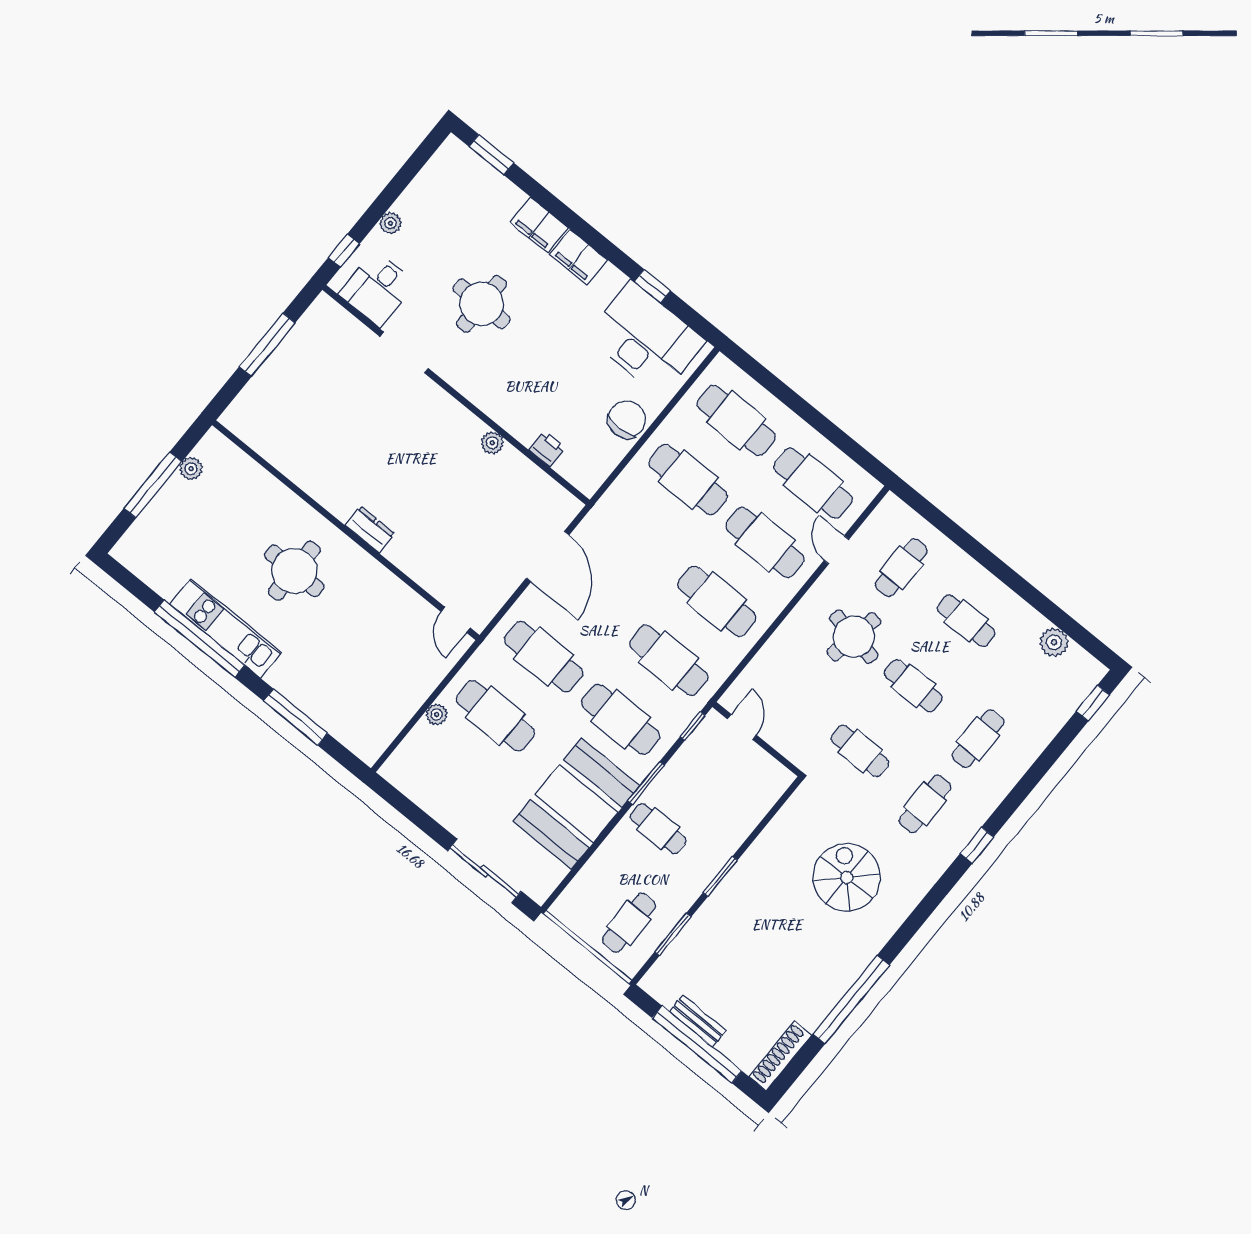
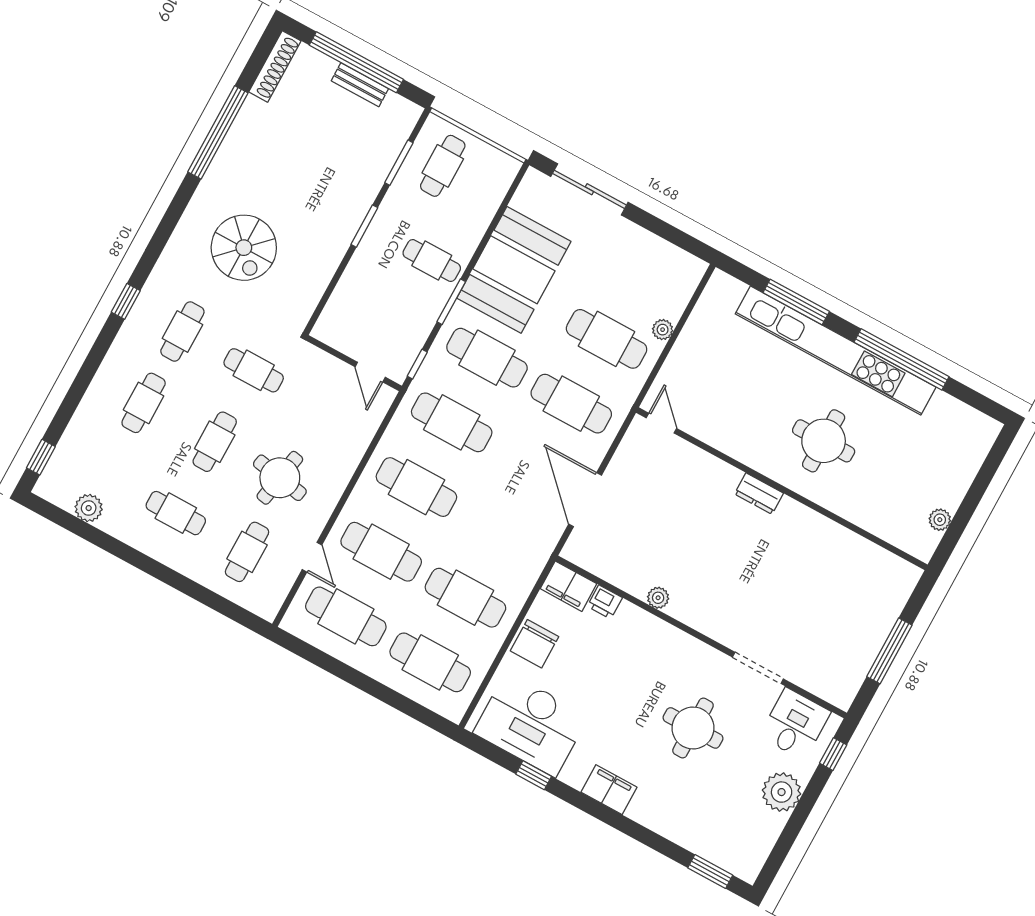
plant: (390, 223) -> (782, 792), width x1.88, depth x1.88
filing cabinet: (539, 225) -> (568, 586), moved, turned 180
window: (153, 485) -> (973, 497), removed
kitchen unit: (226, 628) -> (836, 351), width x1.86
cafe table: (913, 686) -> (215, 442), turned 90

